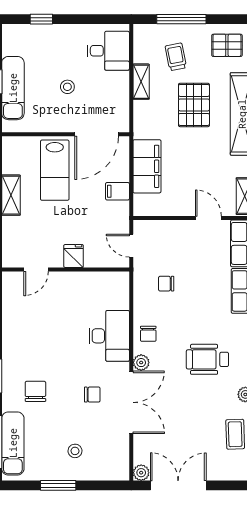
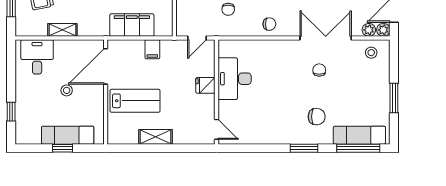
door: (97, 134) -> (106, 66), swing flipped
door: (36, 269) -> (217, 129), moved
desk: (109, 336) -> (235, 79), moved, turned -90
plant: (141, 363) -> (369, 30), moved
chair: (35, 391) -> (317, 117), turned 180
stool: (75, 451) -> (371, 53), moved

